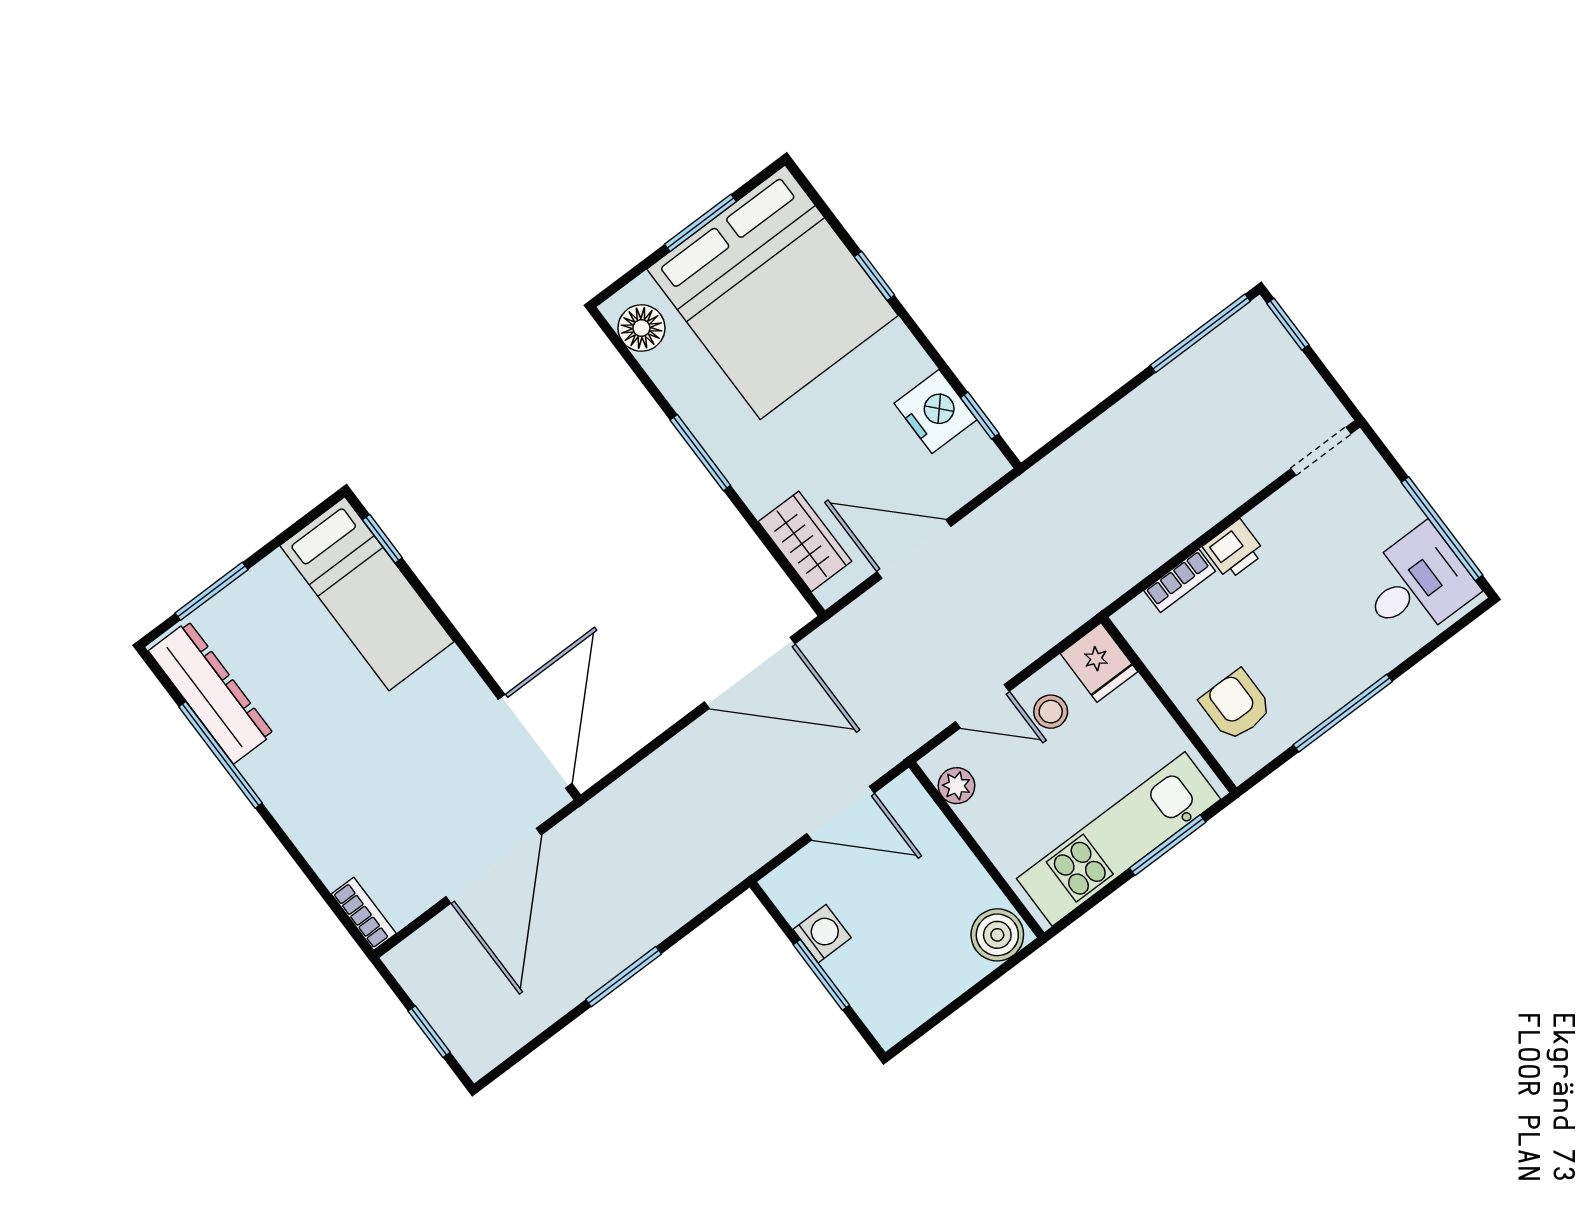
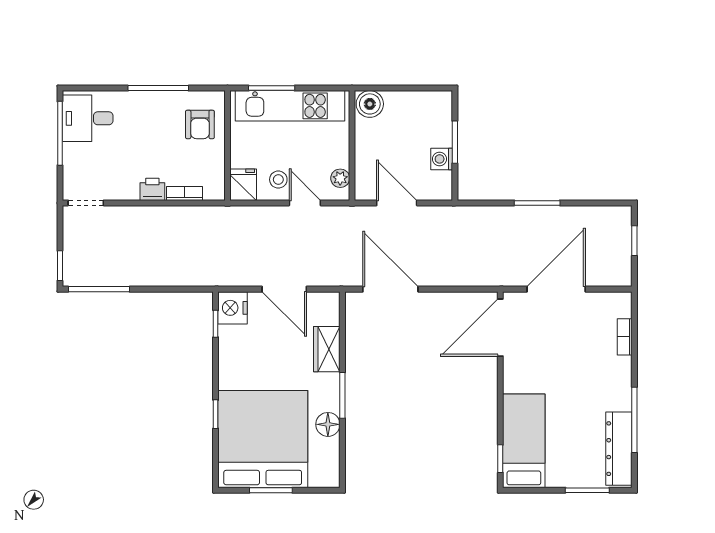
floor lamp: (641, 328) -> (328, 424), moved
nightstand: (936, 412) -> (233, 308), moved
wardrobe: (805, 541) -> (327, 349), moved
bookcase: (364, 914) -> (625, 337), moved

